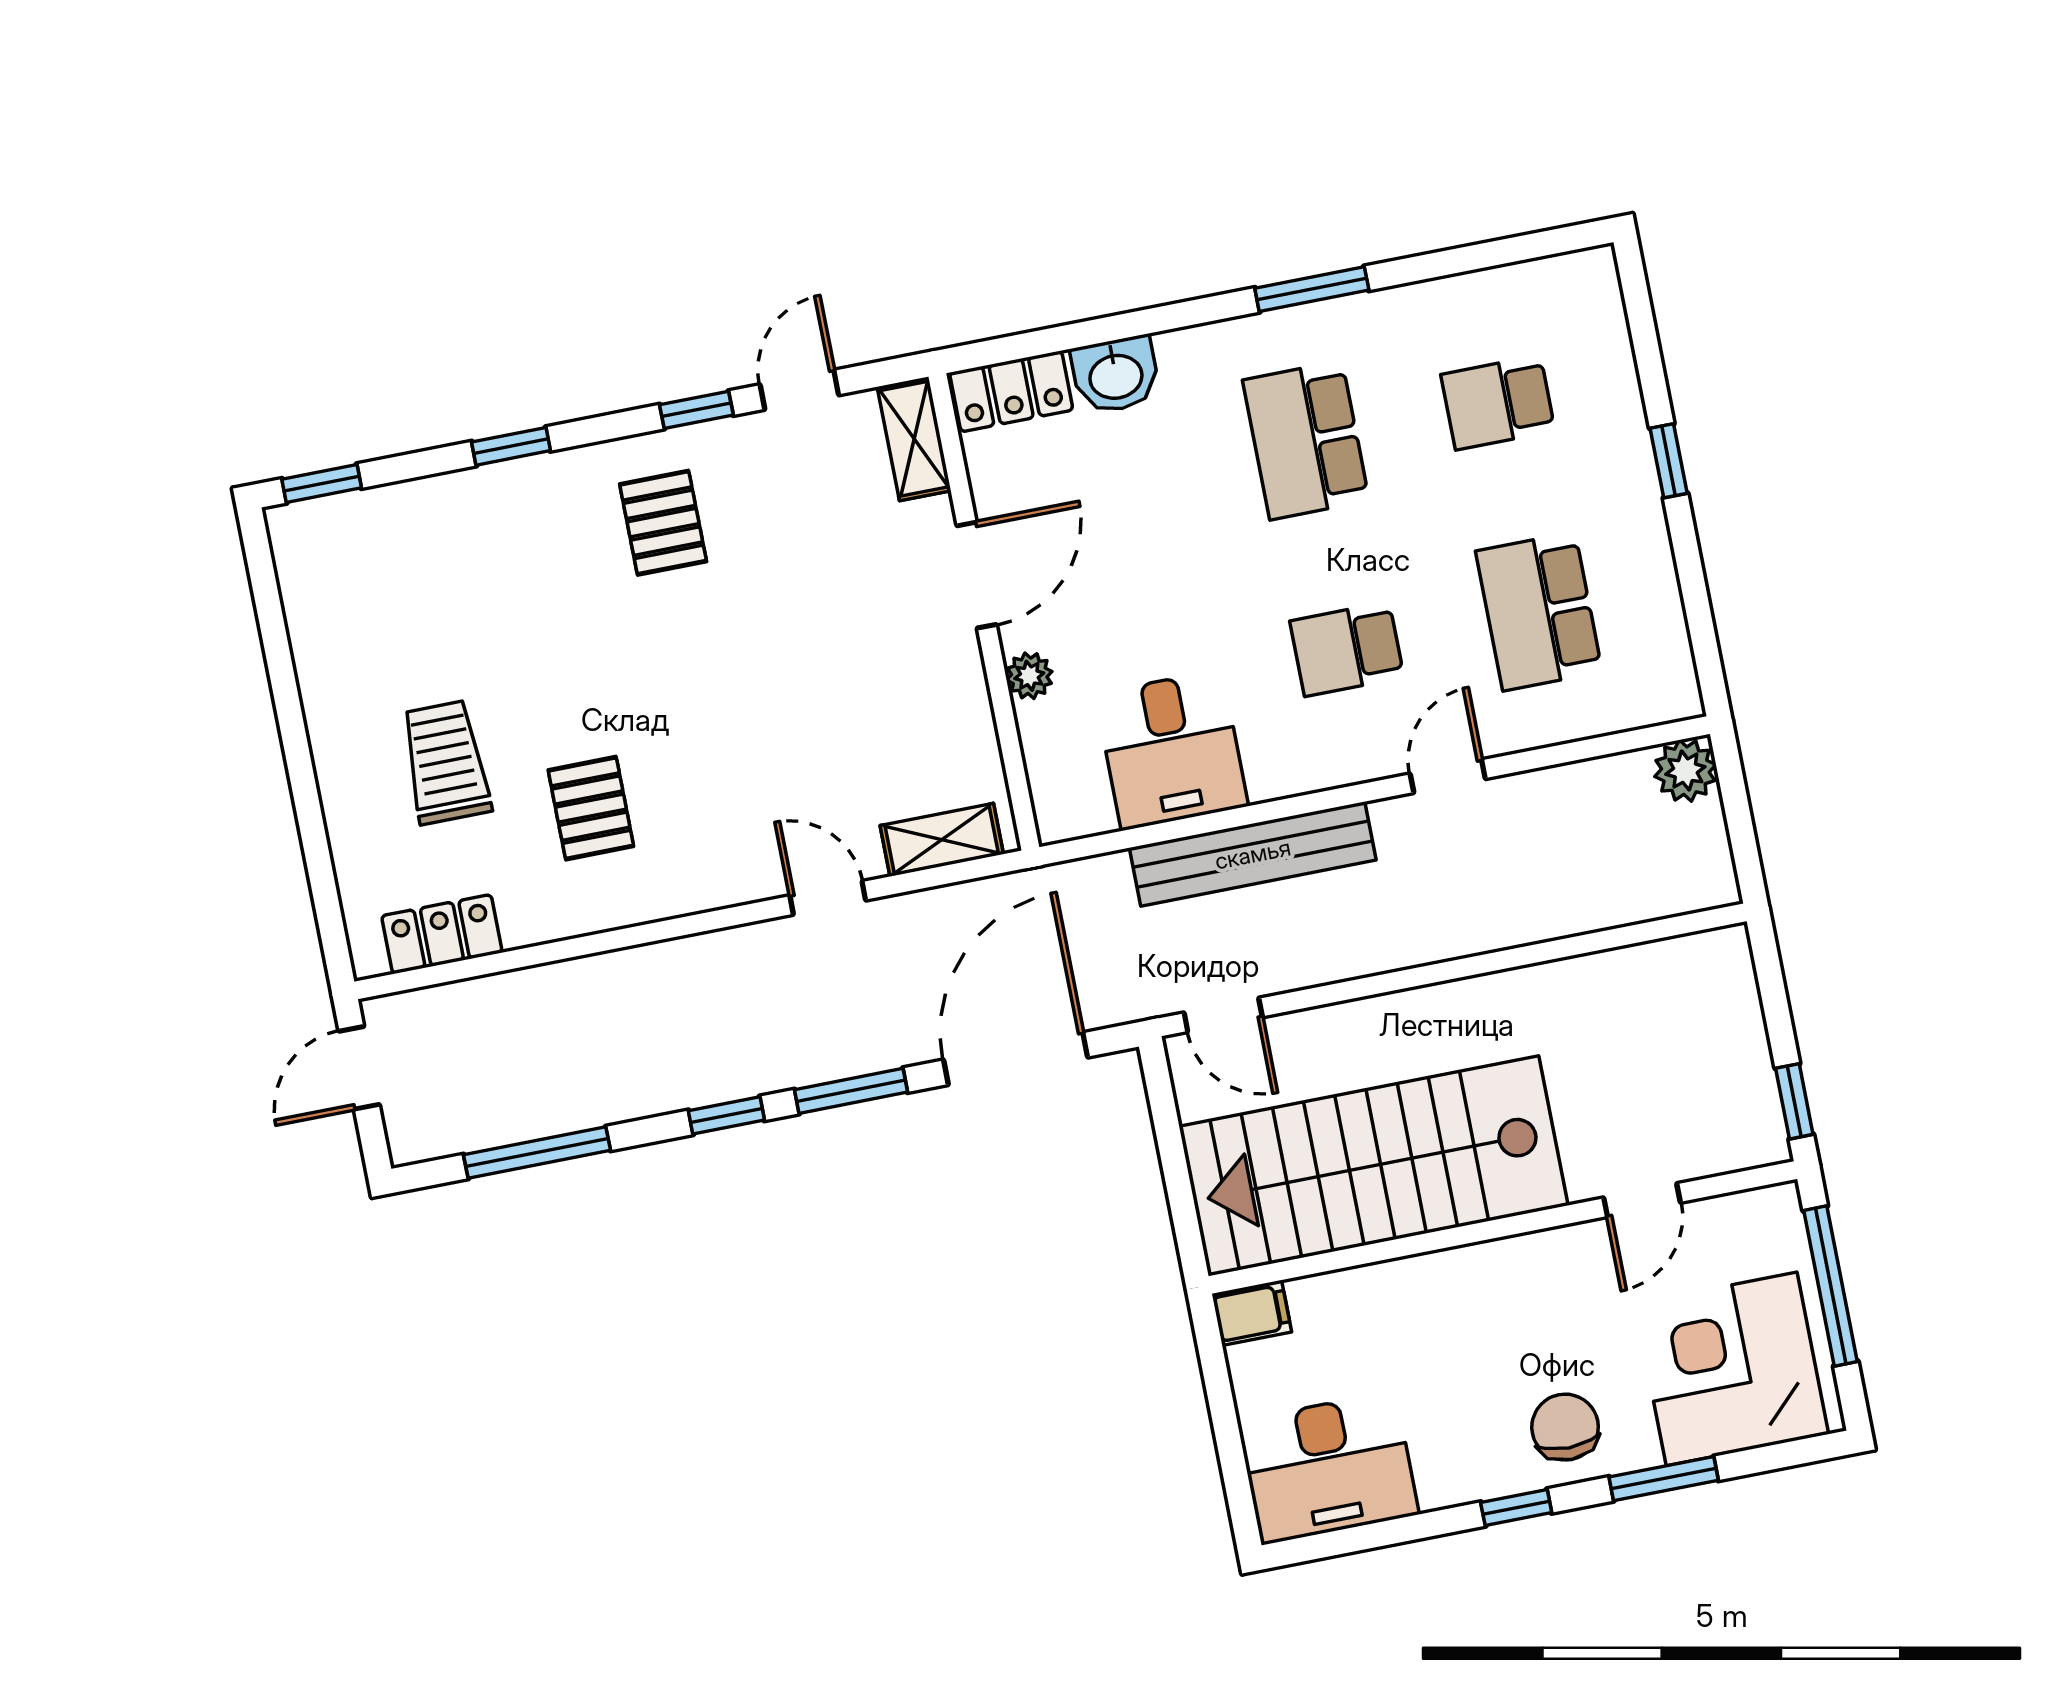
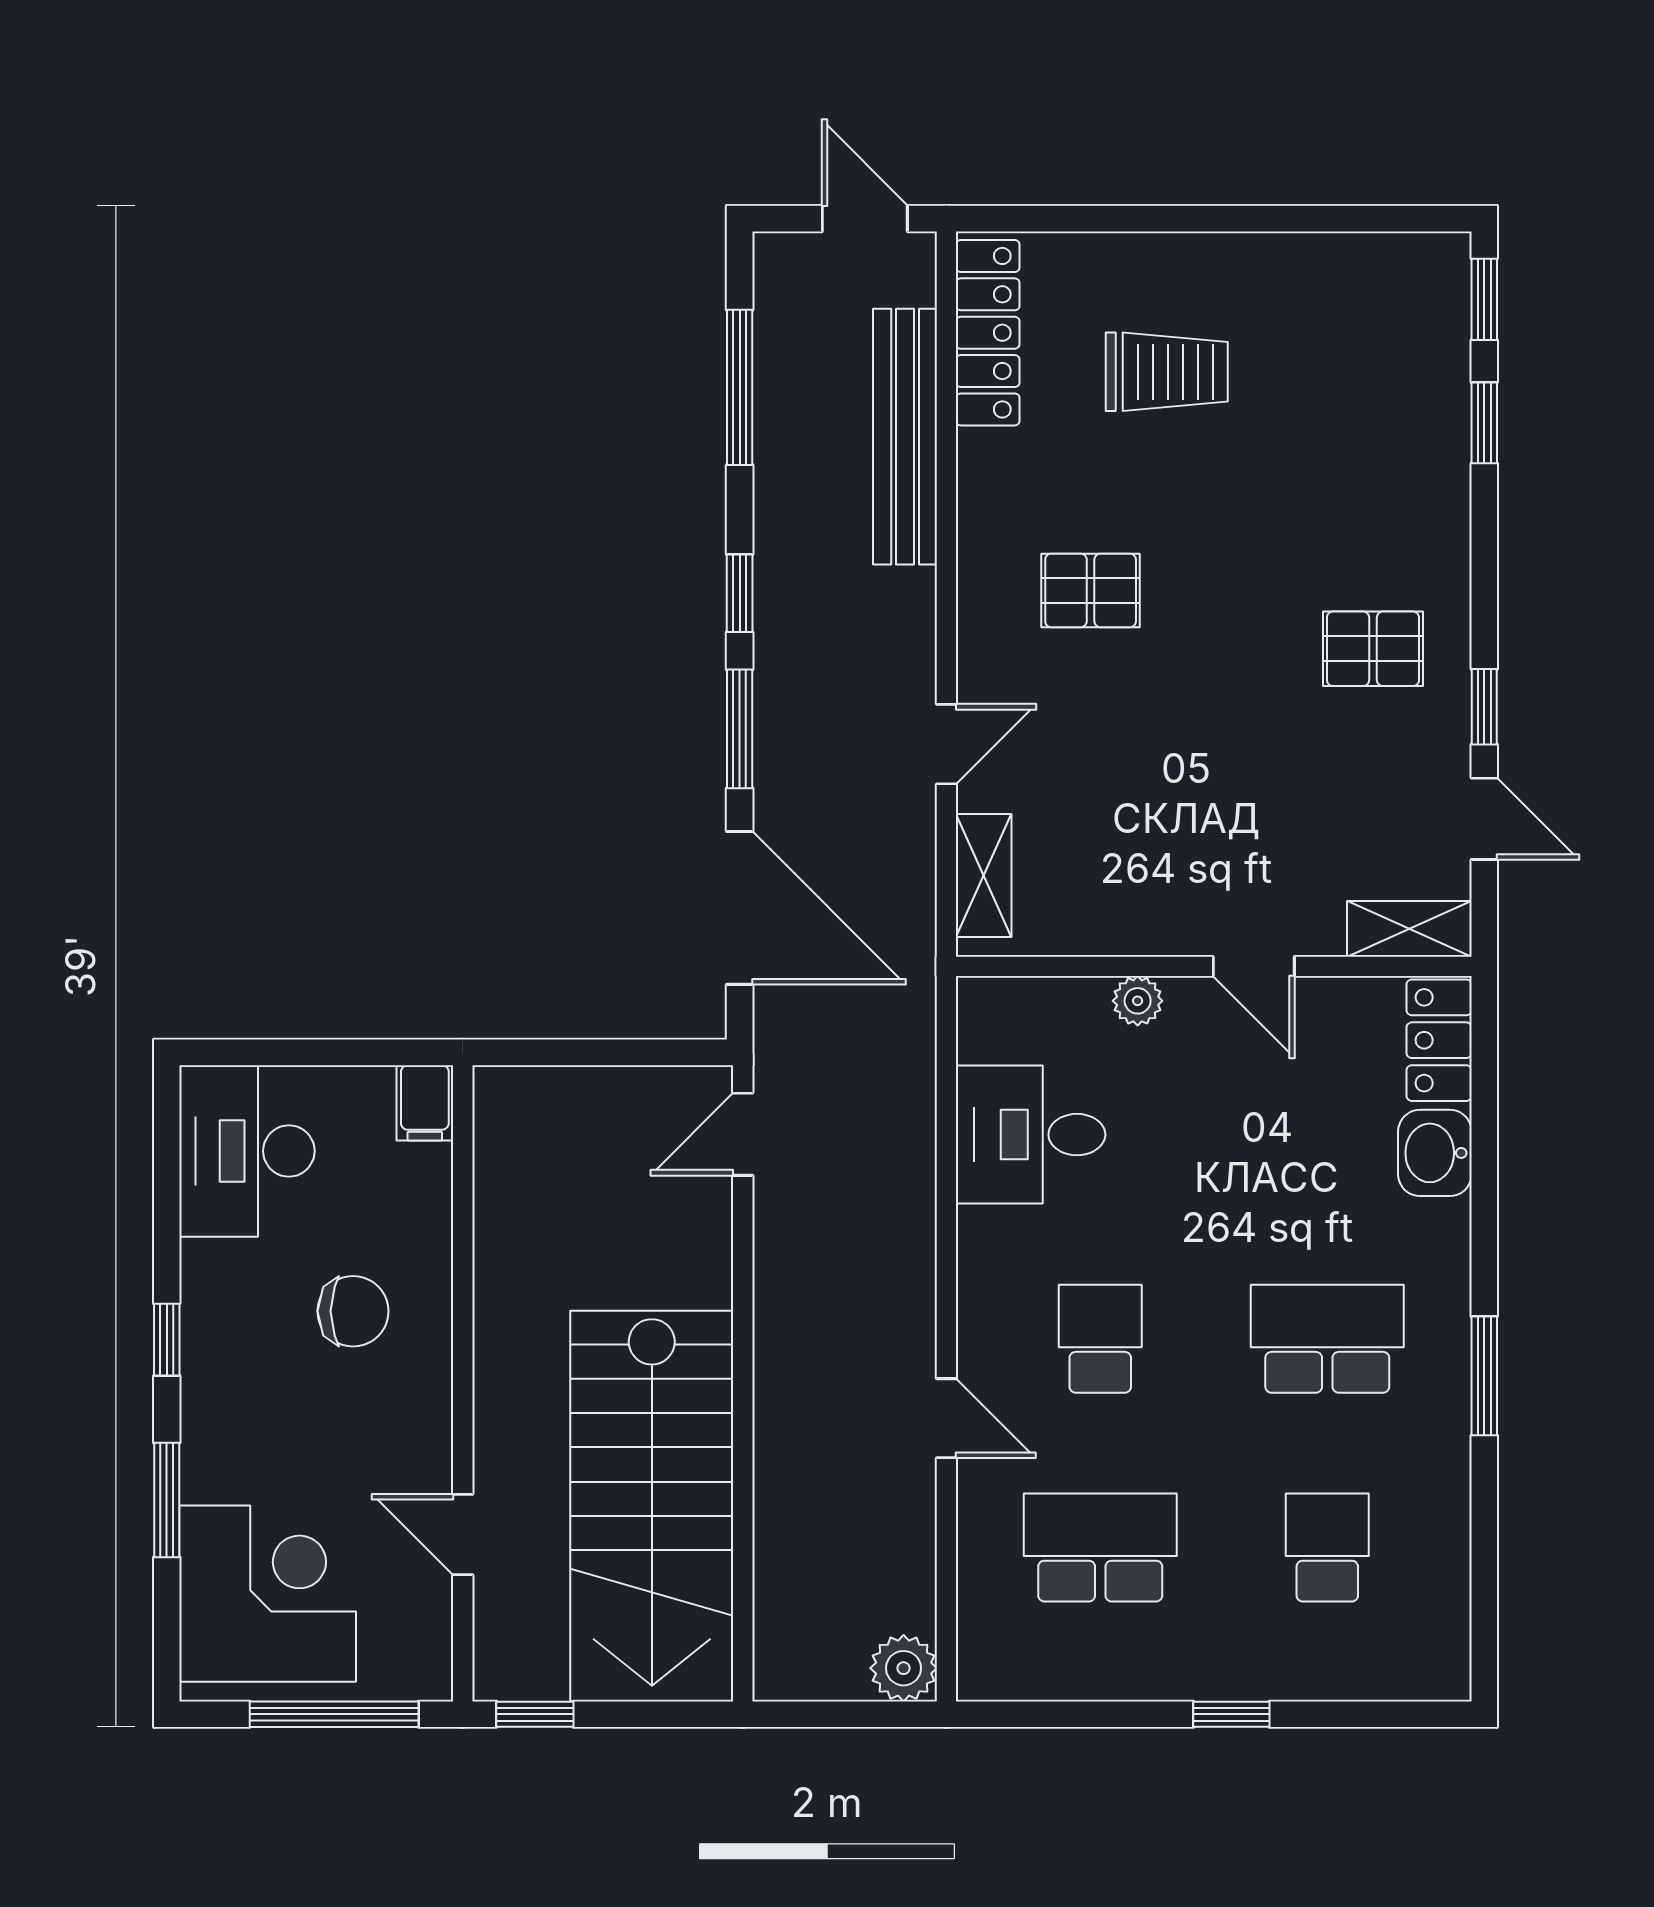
window: (511, 446) -> (1484, 423), moved
door: (977, 575) -> (1254, 966), width x0.73
pallet: (591, 808) -> (1091, 590), moved
bench: (1253, 854) -> (905, 437), moved
locker: (442, 934) -> (988, 333), width x1.53
stairs: (1374, 1166) -> (652, 1506), moved, turned 180
chair: (1565, 1427) -> (353, 1311), moved

